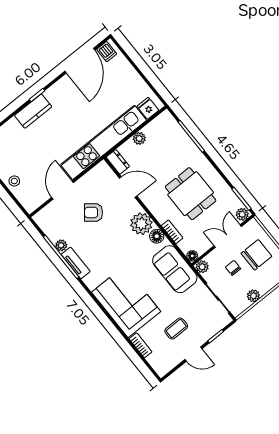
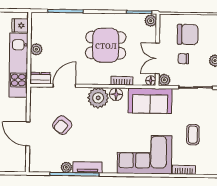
kitchen unit: (104, 142) -> (18, 65), width x0.73
double door: (228, 236) -> (157, 58), moved
chair: (256, 255) -> (188, 34), turned 90

